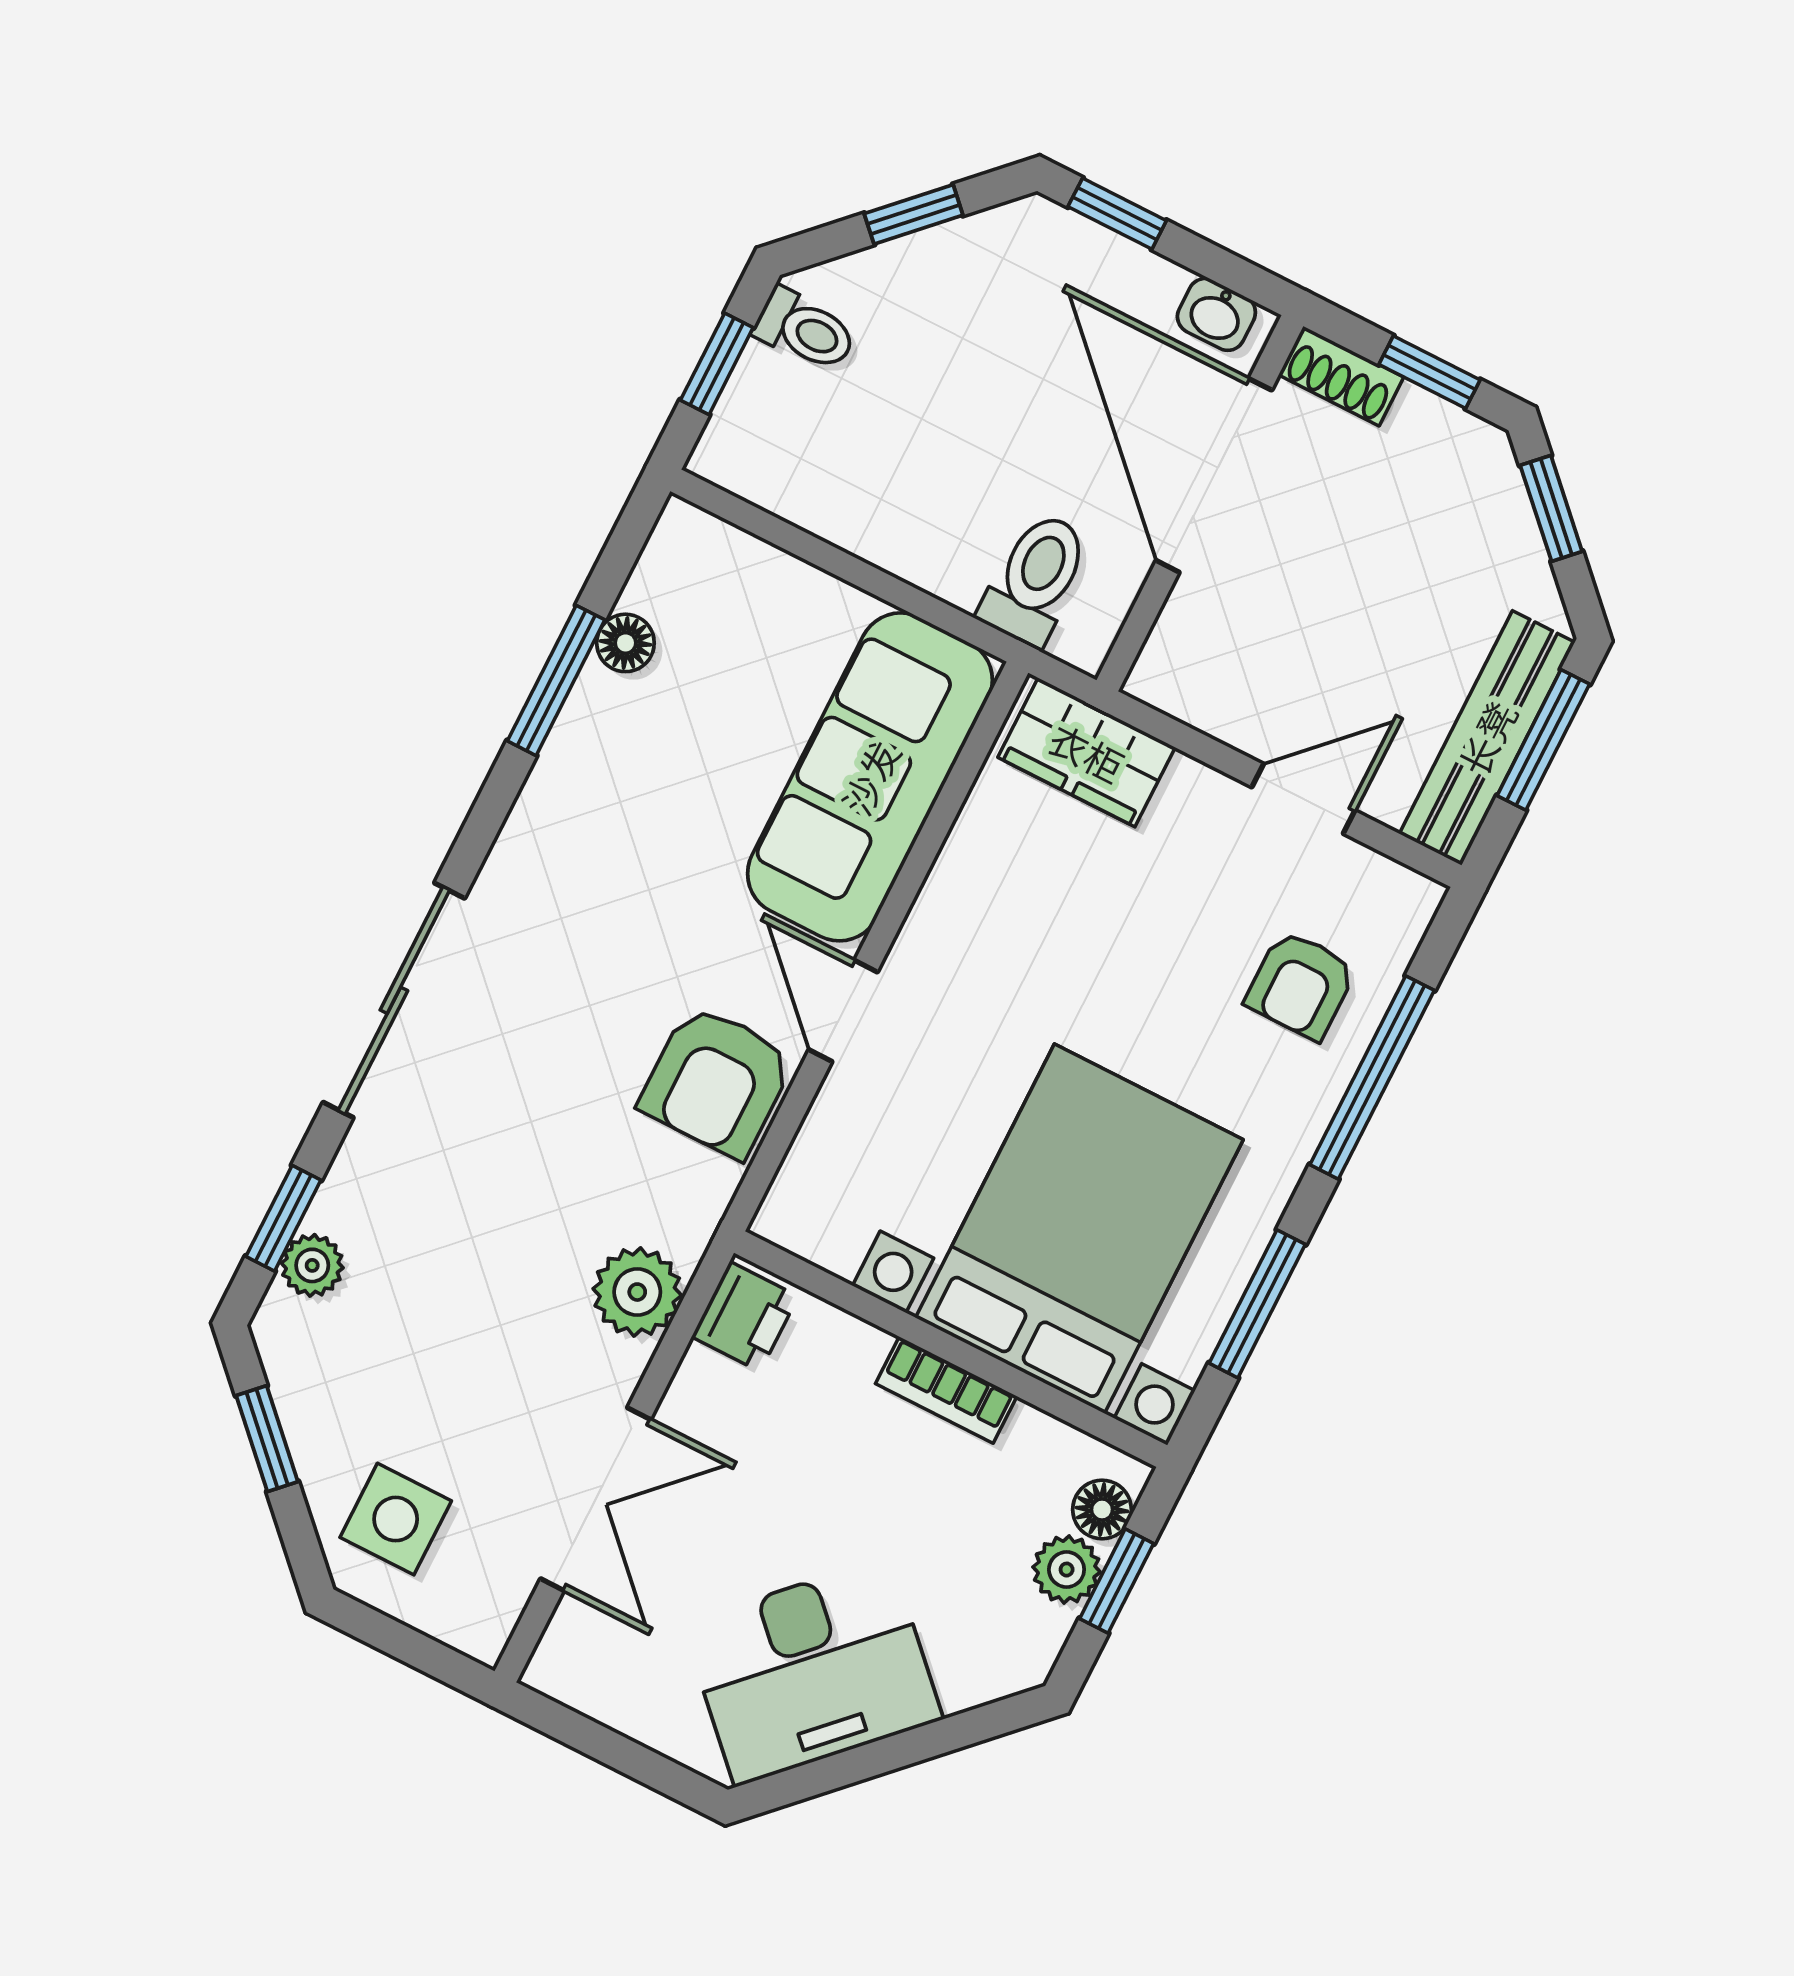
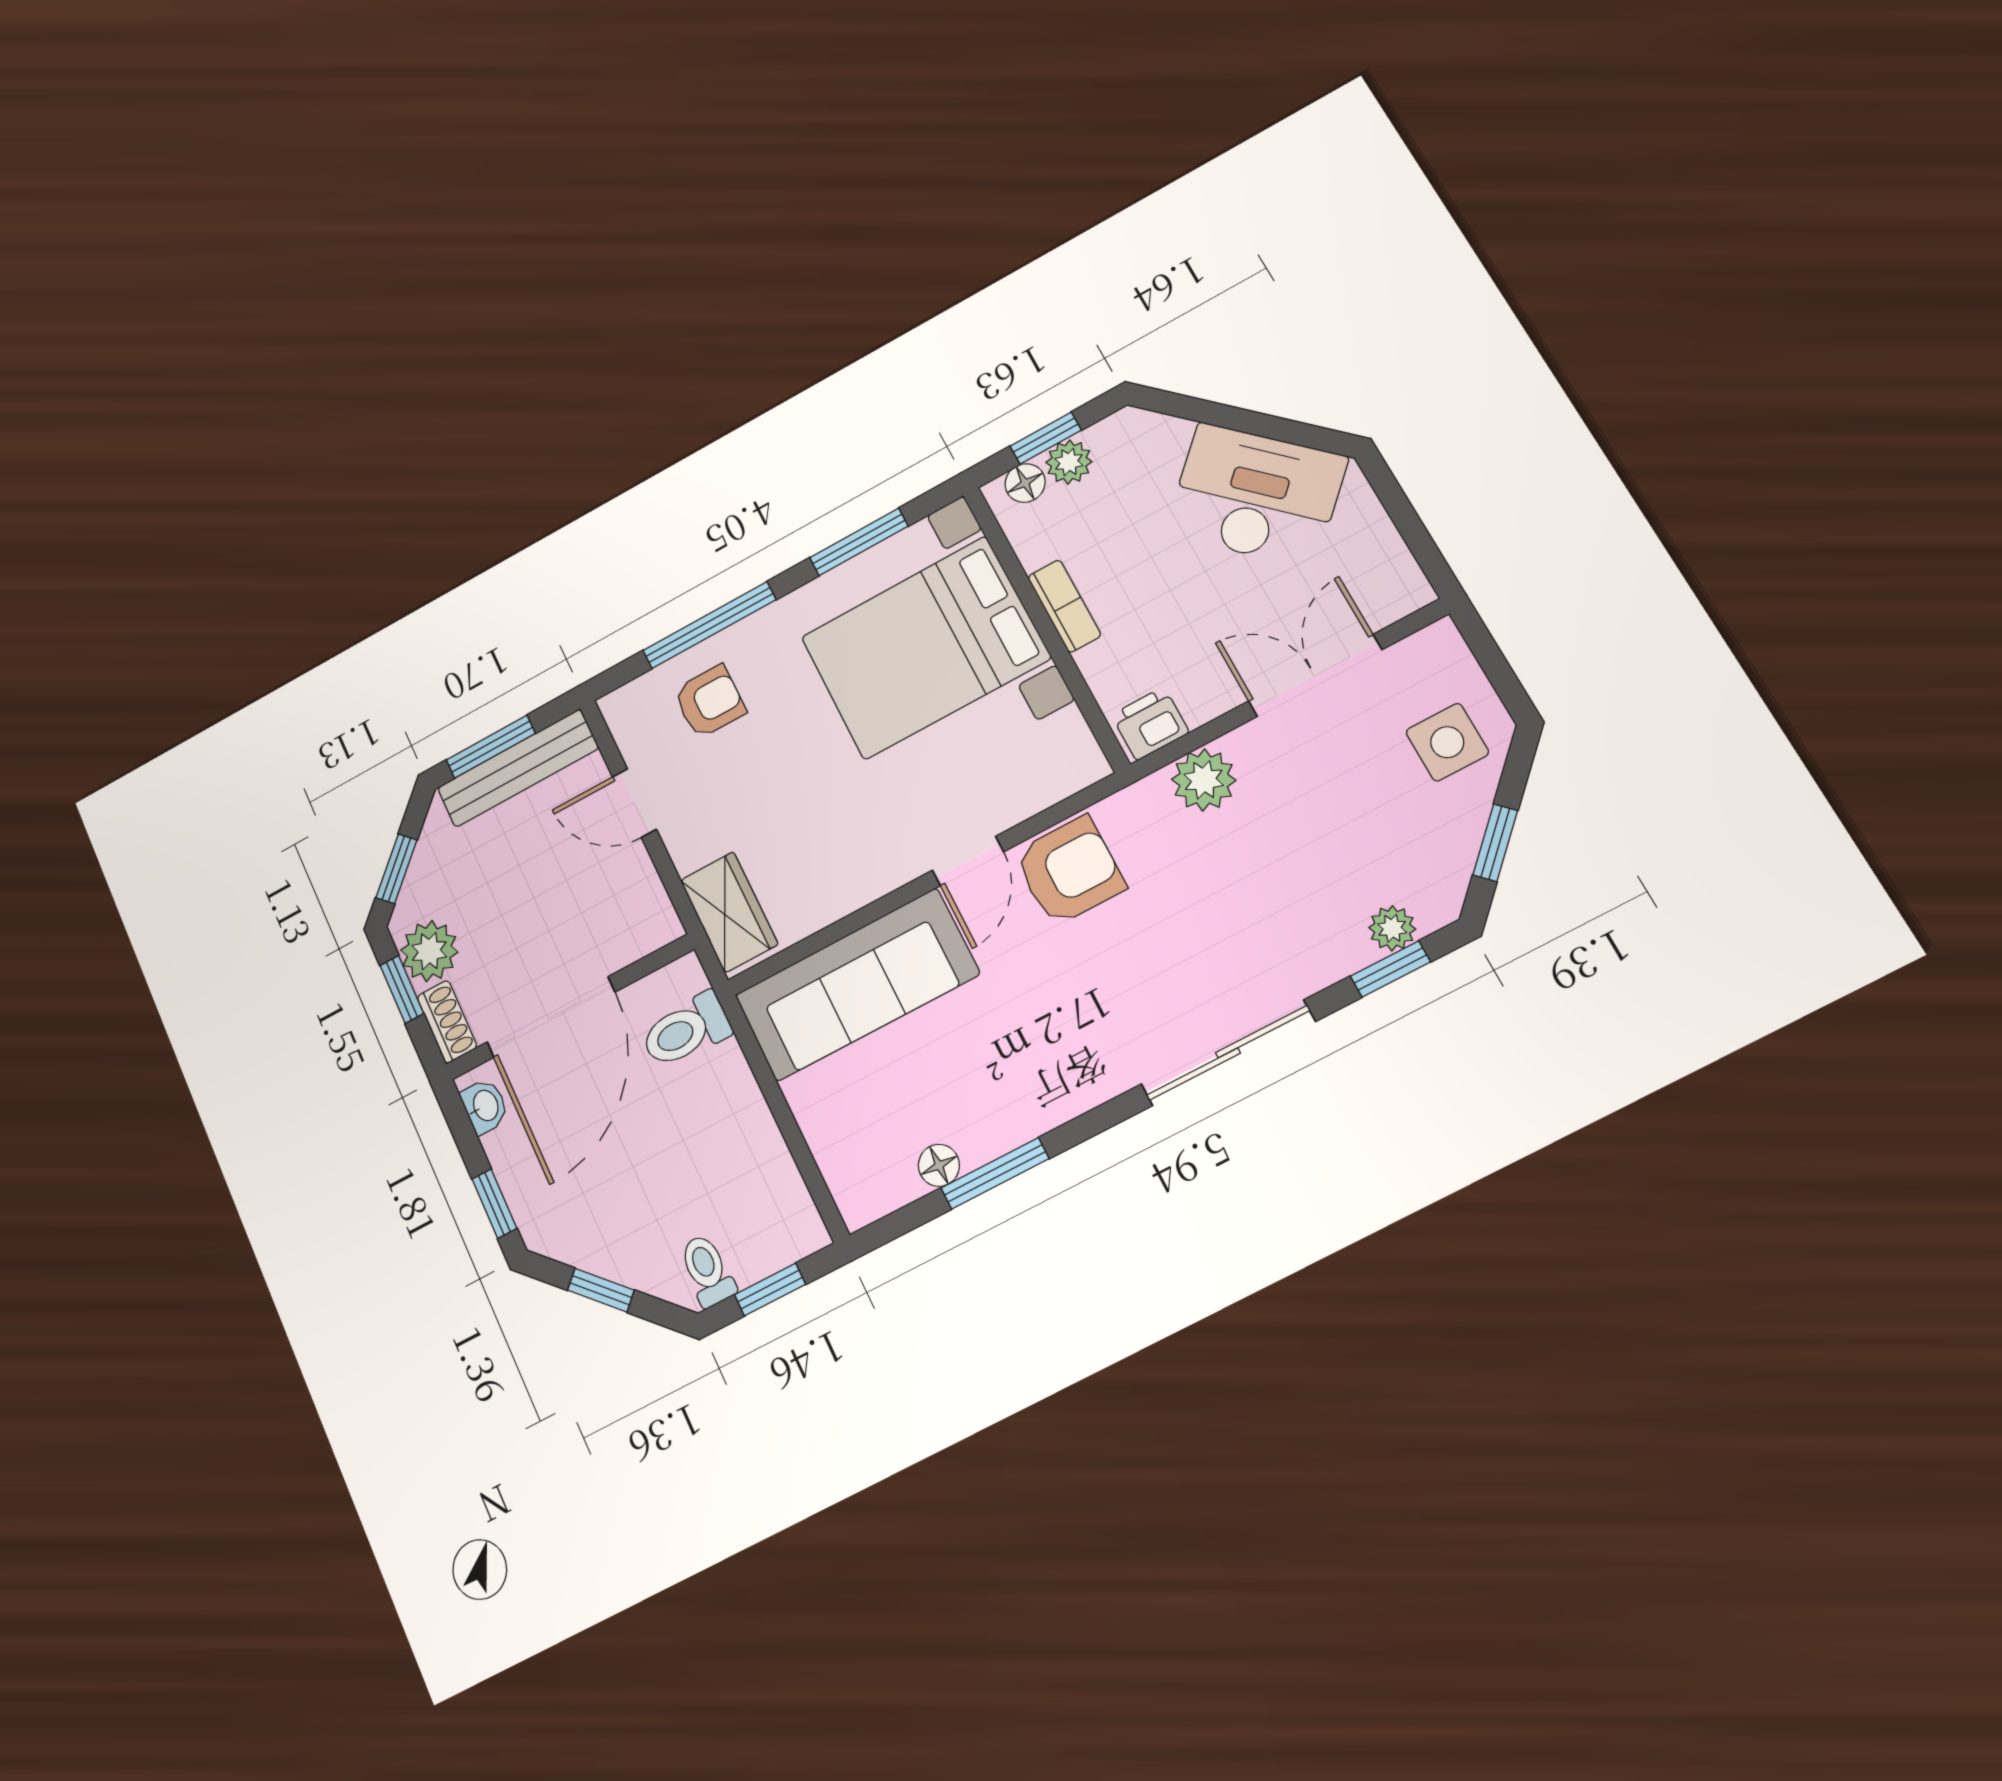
plant: (1430, 442) -> (429, 951), added

